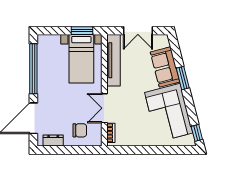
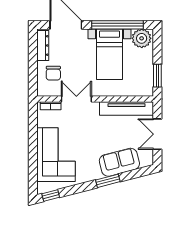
plant: (46, 46) -> (142, 38), added
bed with nightstands: (81, 59) -> (110, 54), moved, turned -90
corner sofa: (169, 113) -> (56, 155), moved, turned 104
dresser: (53, 141) -> (43, 45), width x1.44

